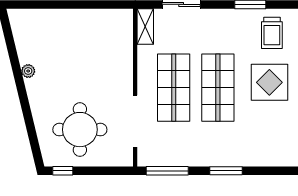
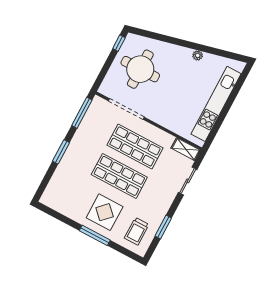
kitchen unit: (73, 19) -> (216, 104), added
trolley: (272, 33) -> (137, 231), turned -90

